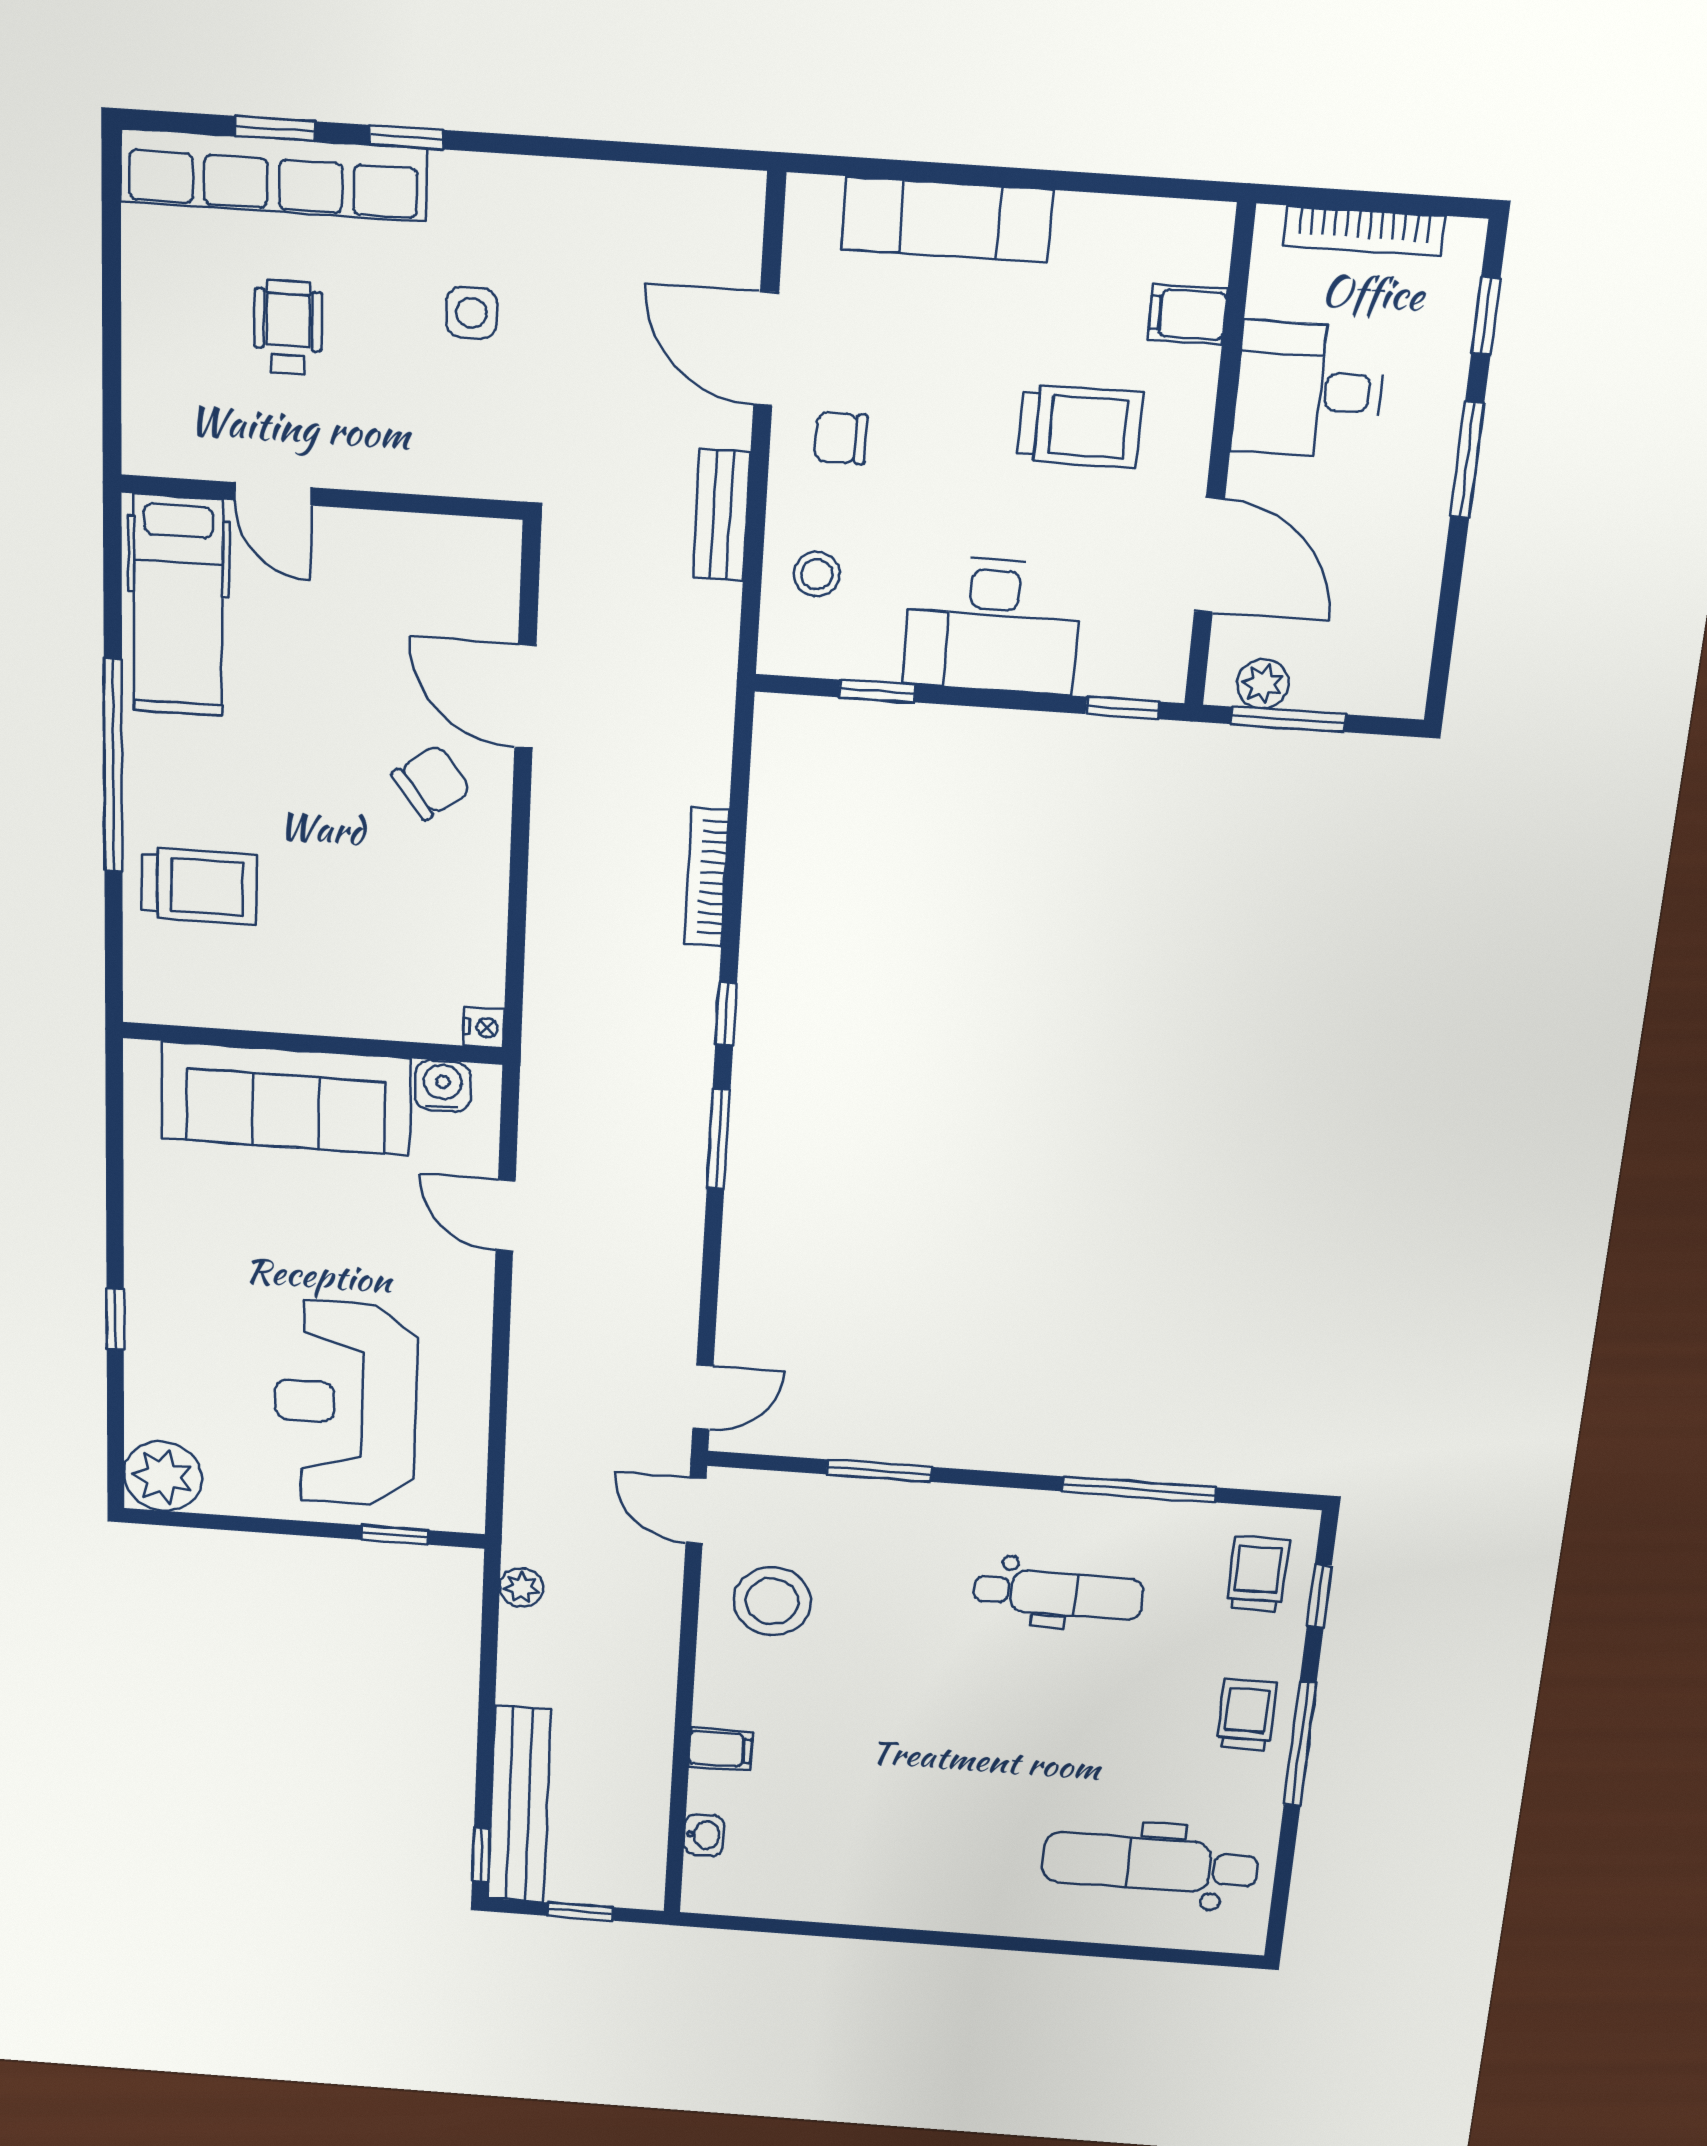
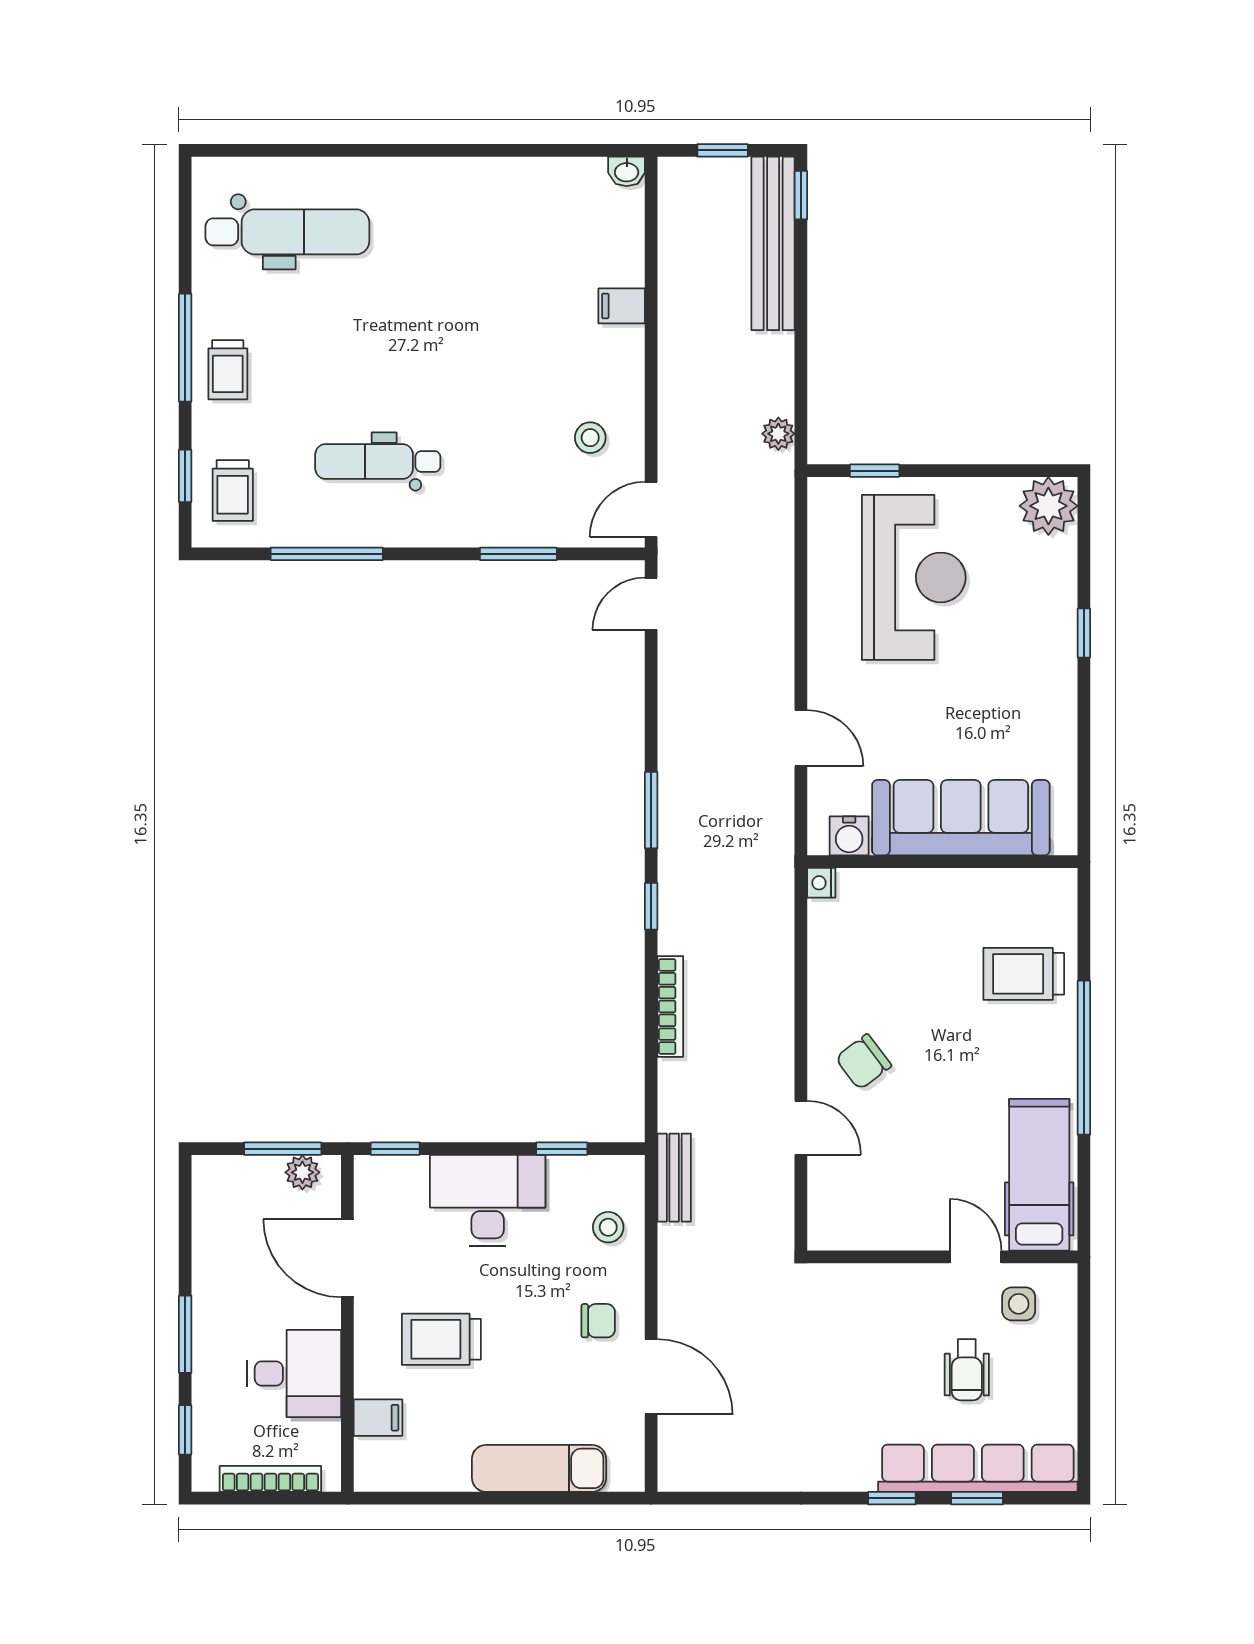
side table: (472, 313) -> (1019, 1304), moved
bench: (722, 515) -> (674, 1178), moved
door: (525, 697) -> (801, 1128), width x0.73
door: (696, 1511) -> (651, 509), swing flipped
stool: (772, 1601) -> (590, 438), width x0.53, depth x0.53
washbasin: (704, 1835) -> (627, 171), moved, turned -90

